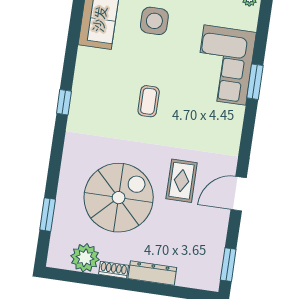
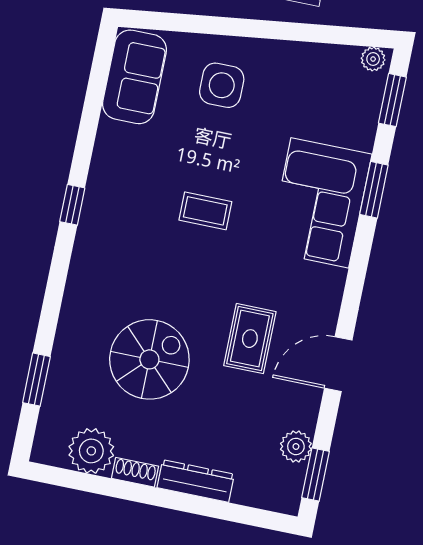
window: (263, 24) -> (392, 100), added
corner sofa: (225, 65) -> (320, 203), moved
coffee table: (149, 101) -> (205, 211), turned 90
spiral stairs: (119, 198) -> (149, 359), width x0.73, depth x0.73
plant: (215, 248) -> (296, 446), added

